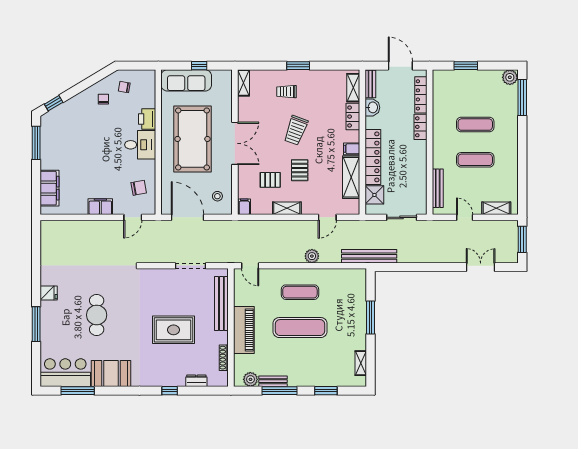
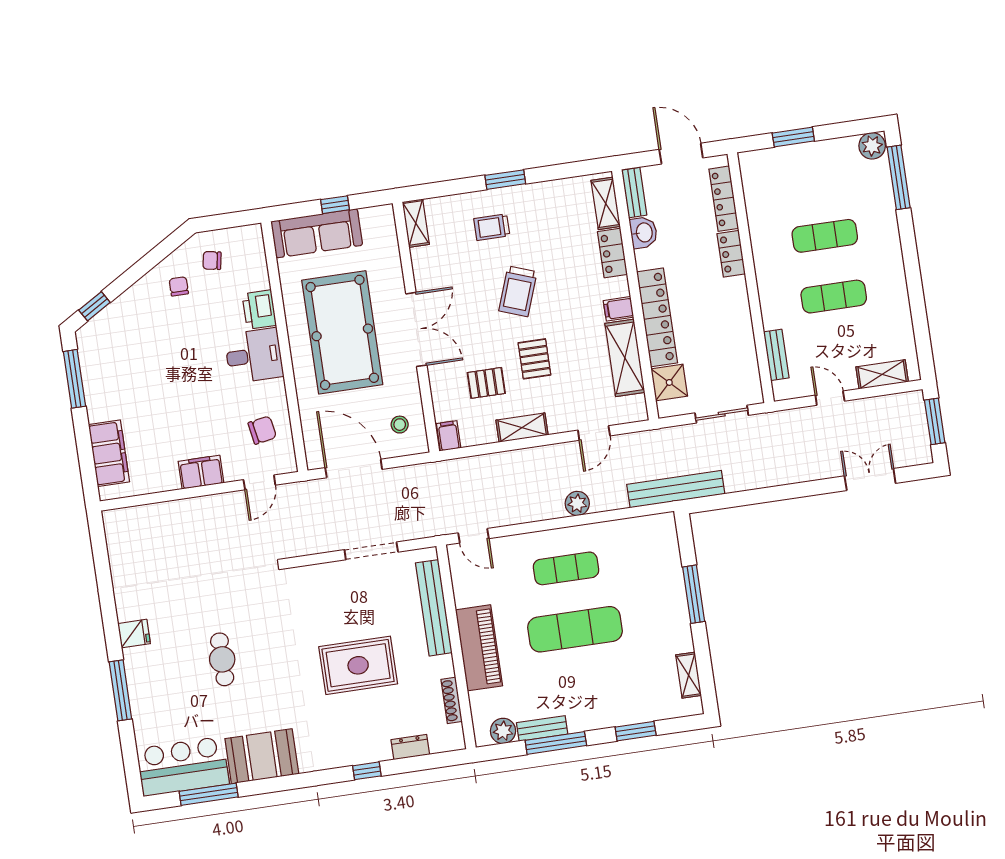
bench: (438, 188) -> (776, 355), width x0.73
cafe table: (97, 315) -> (222, 659), width x0.73, depth x0.74

